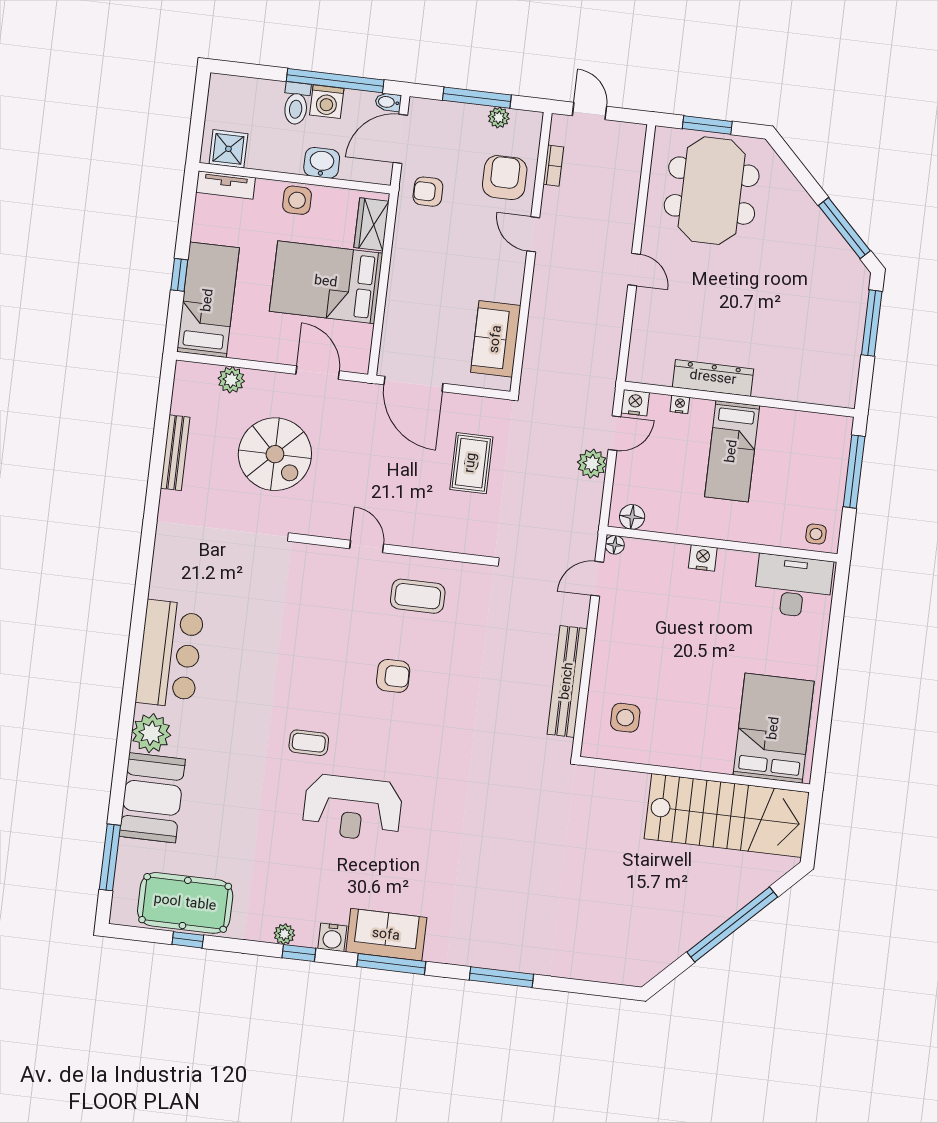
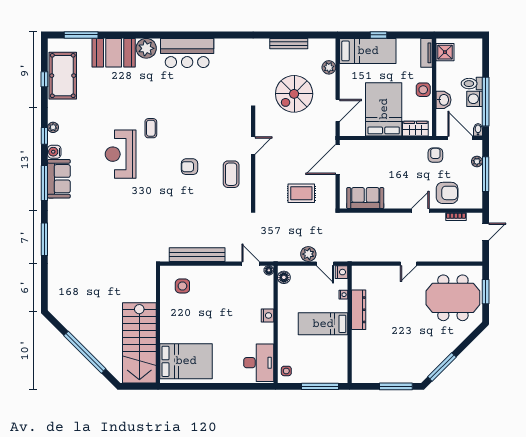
plant: (499, 117) -> (477, 161), moved
armchair: (393, 676) -> (190, 167), turned 90

